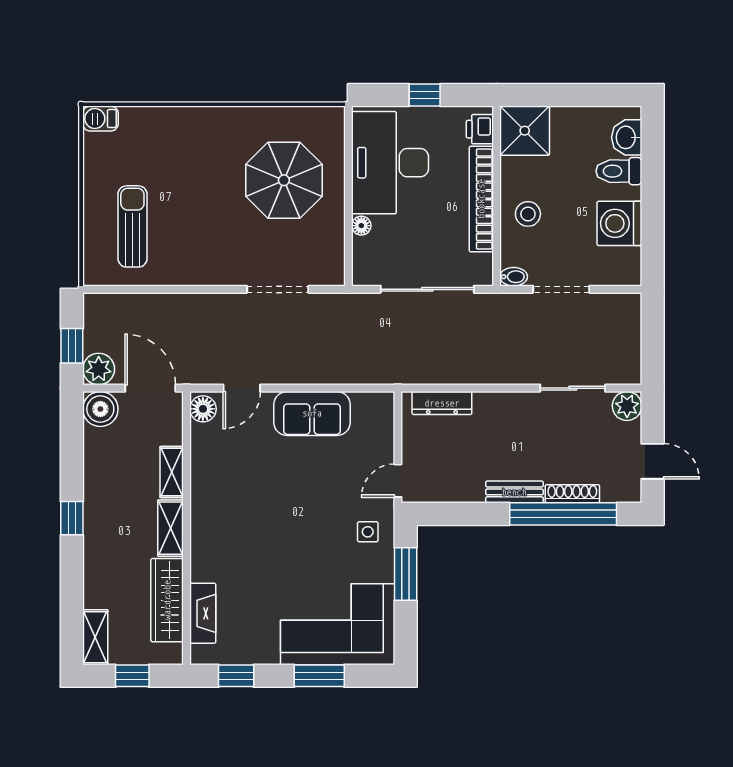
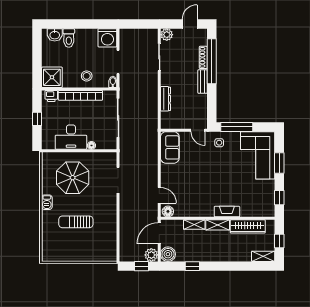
barbecue: (100, 119) -> (47, 202), moved
desk: (390, 163) -> (71, 137), width x0.73, depth x0.77
washing machine: (619, 223) -> (107, 38), moved
sun lounger: (132, 226) -> (76, 222), moved
dresser: (442, 403) -> (165, 99), moved
sofa: (312, 413) -> (170, 147), moved
window: (72, 518) -> (192, 266), moved
window: (406, 574) -> (237, 127), width x1.44
fireplace: (203, 613) -> (227, 212), moved

